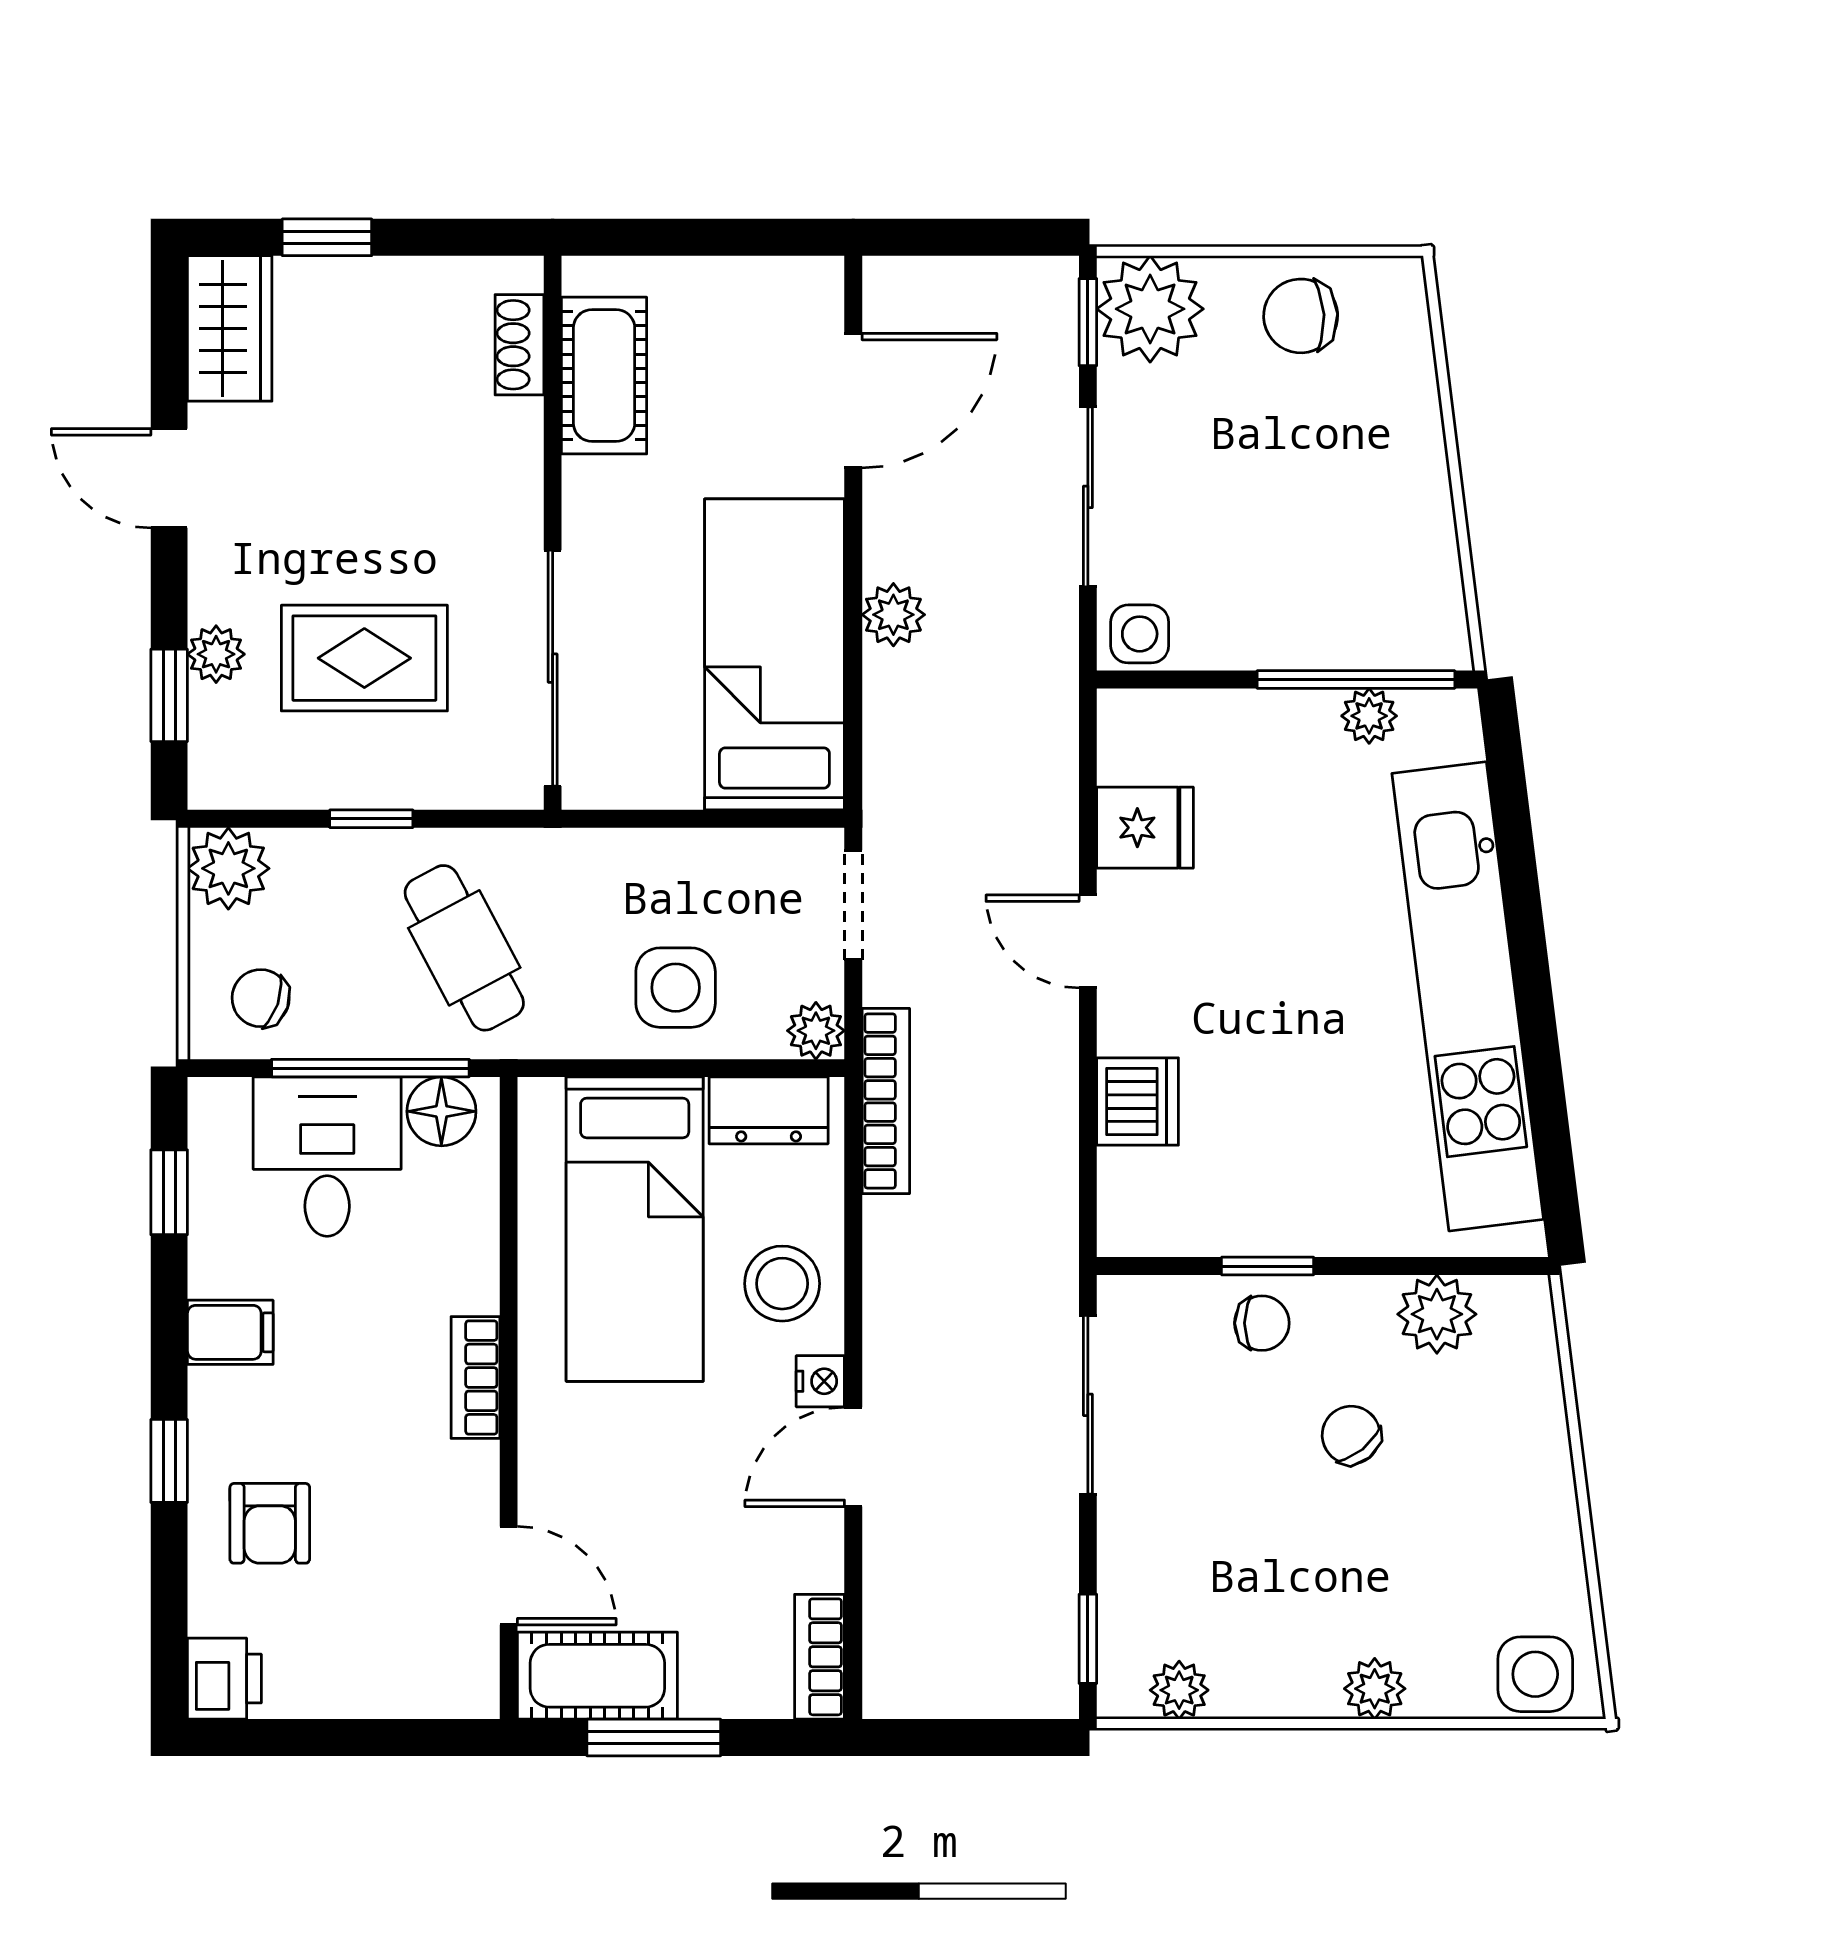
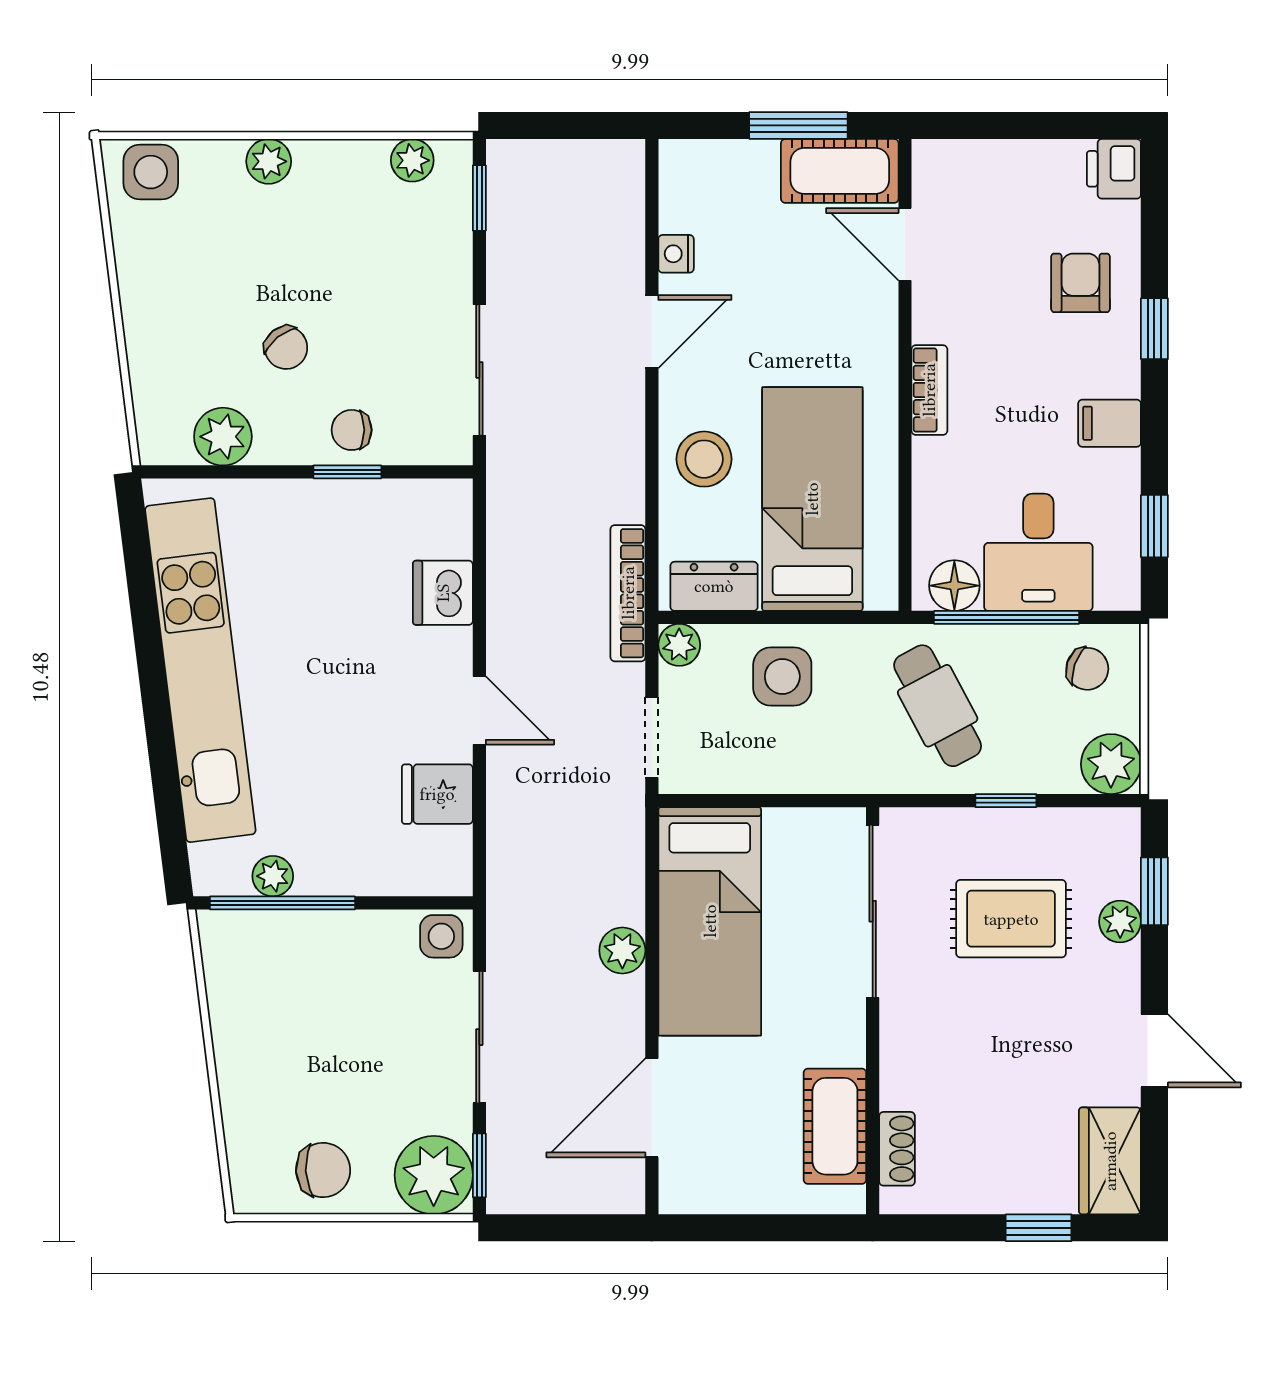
nightstand: (820, 1381) -> (676, 254), moved
bookcase: (819, 1657) -> (677, 185), removed

